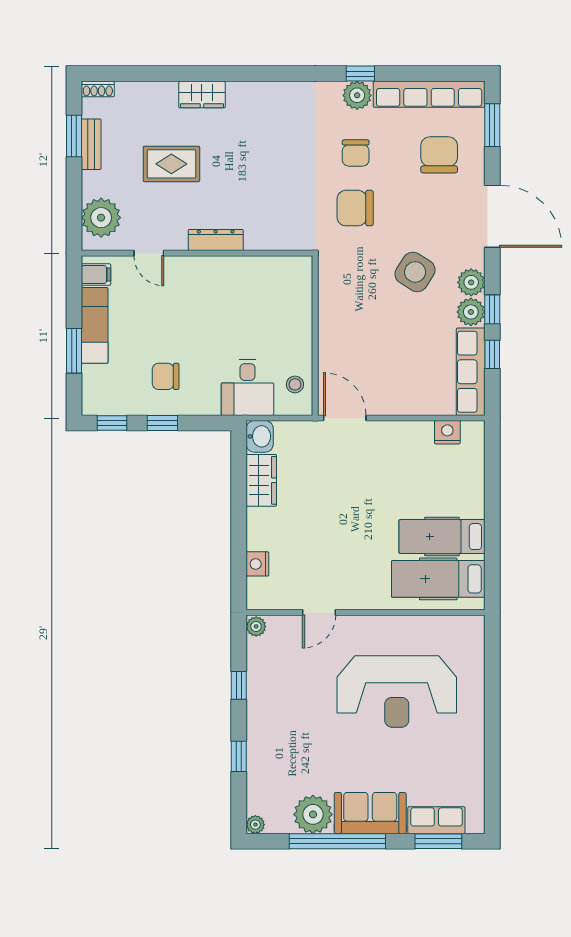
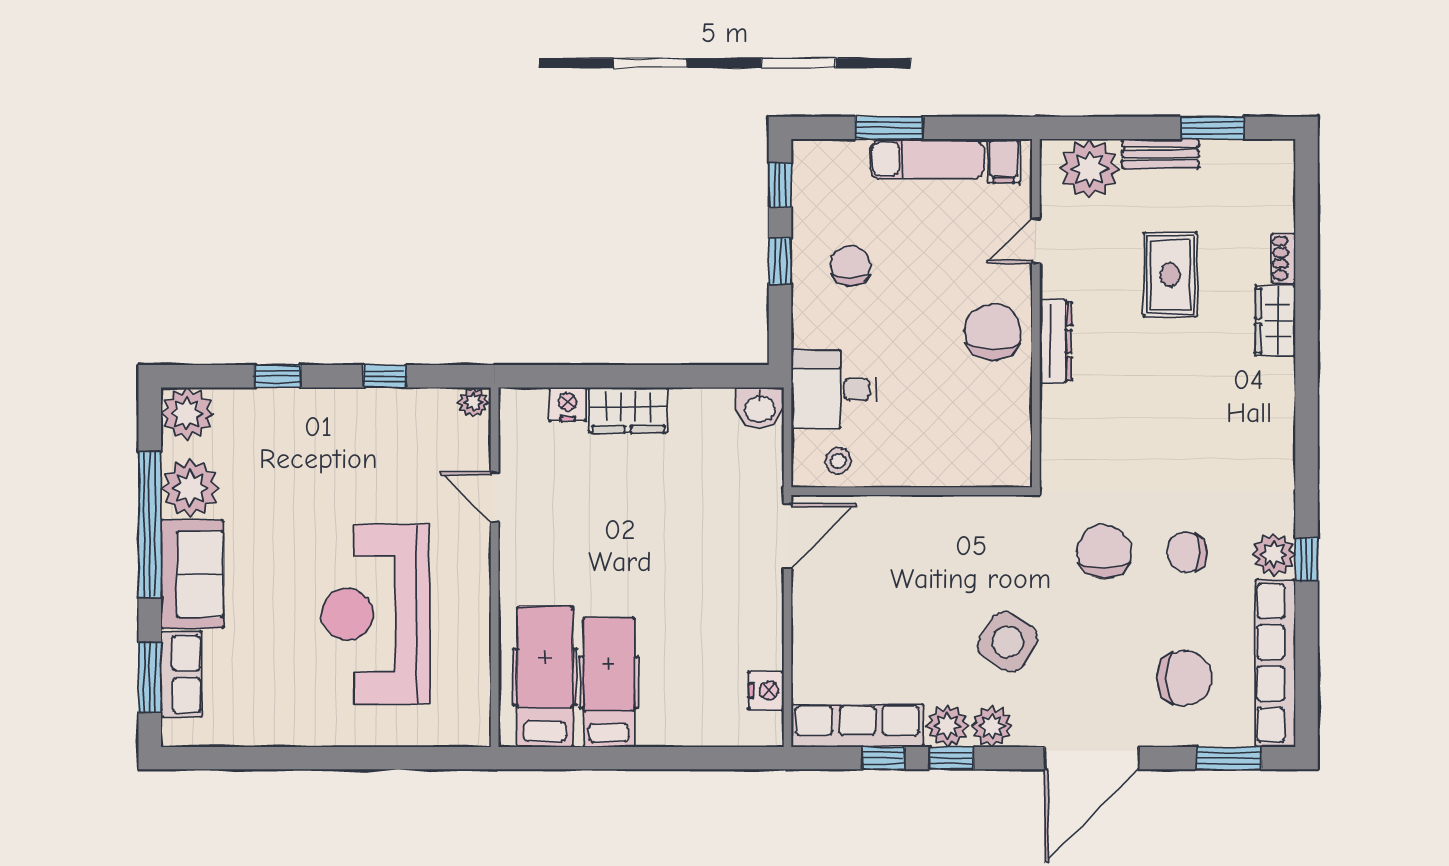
shoe rack: (98, 89) -> (1283, 258), moved
bench: (91, 144) -> (1161, 154), moved
chair: (209, 282) -> (993, 332), added
wardrobe: (261, 480) -> (628, 410), moved
plant: (255, 825) -> (187, 413), width x1.88, depth x1.88

